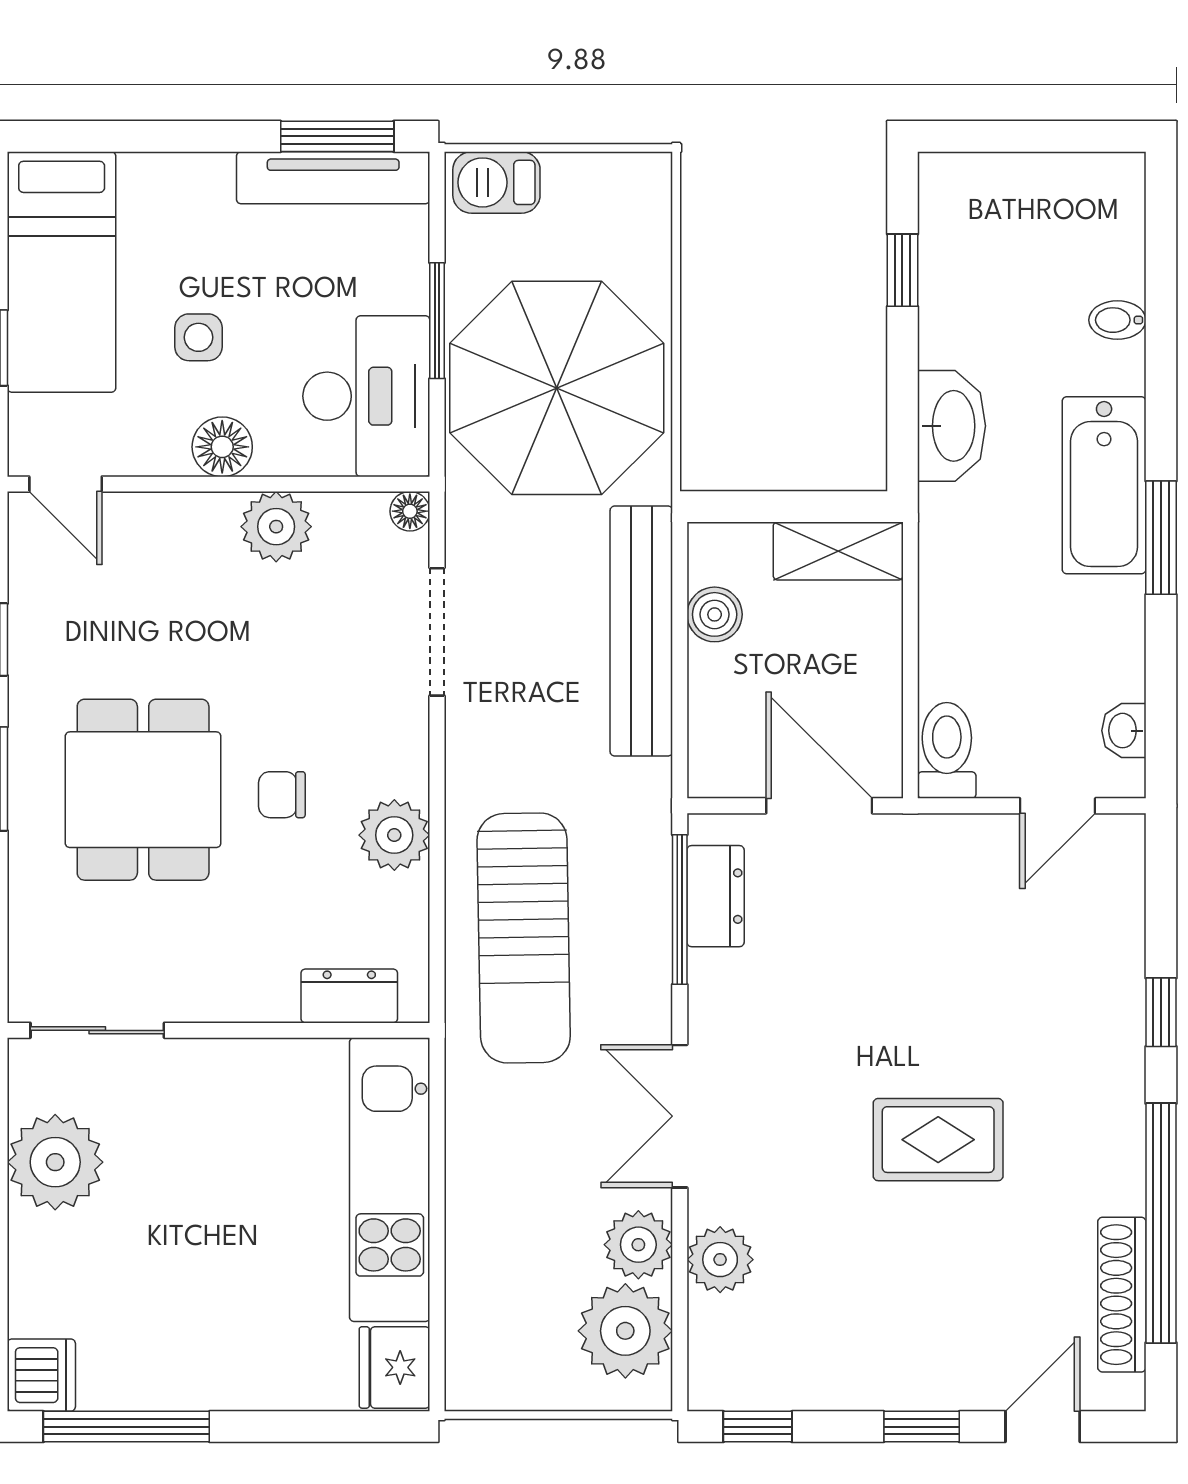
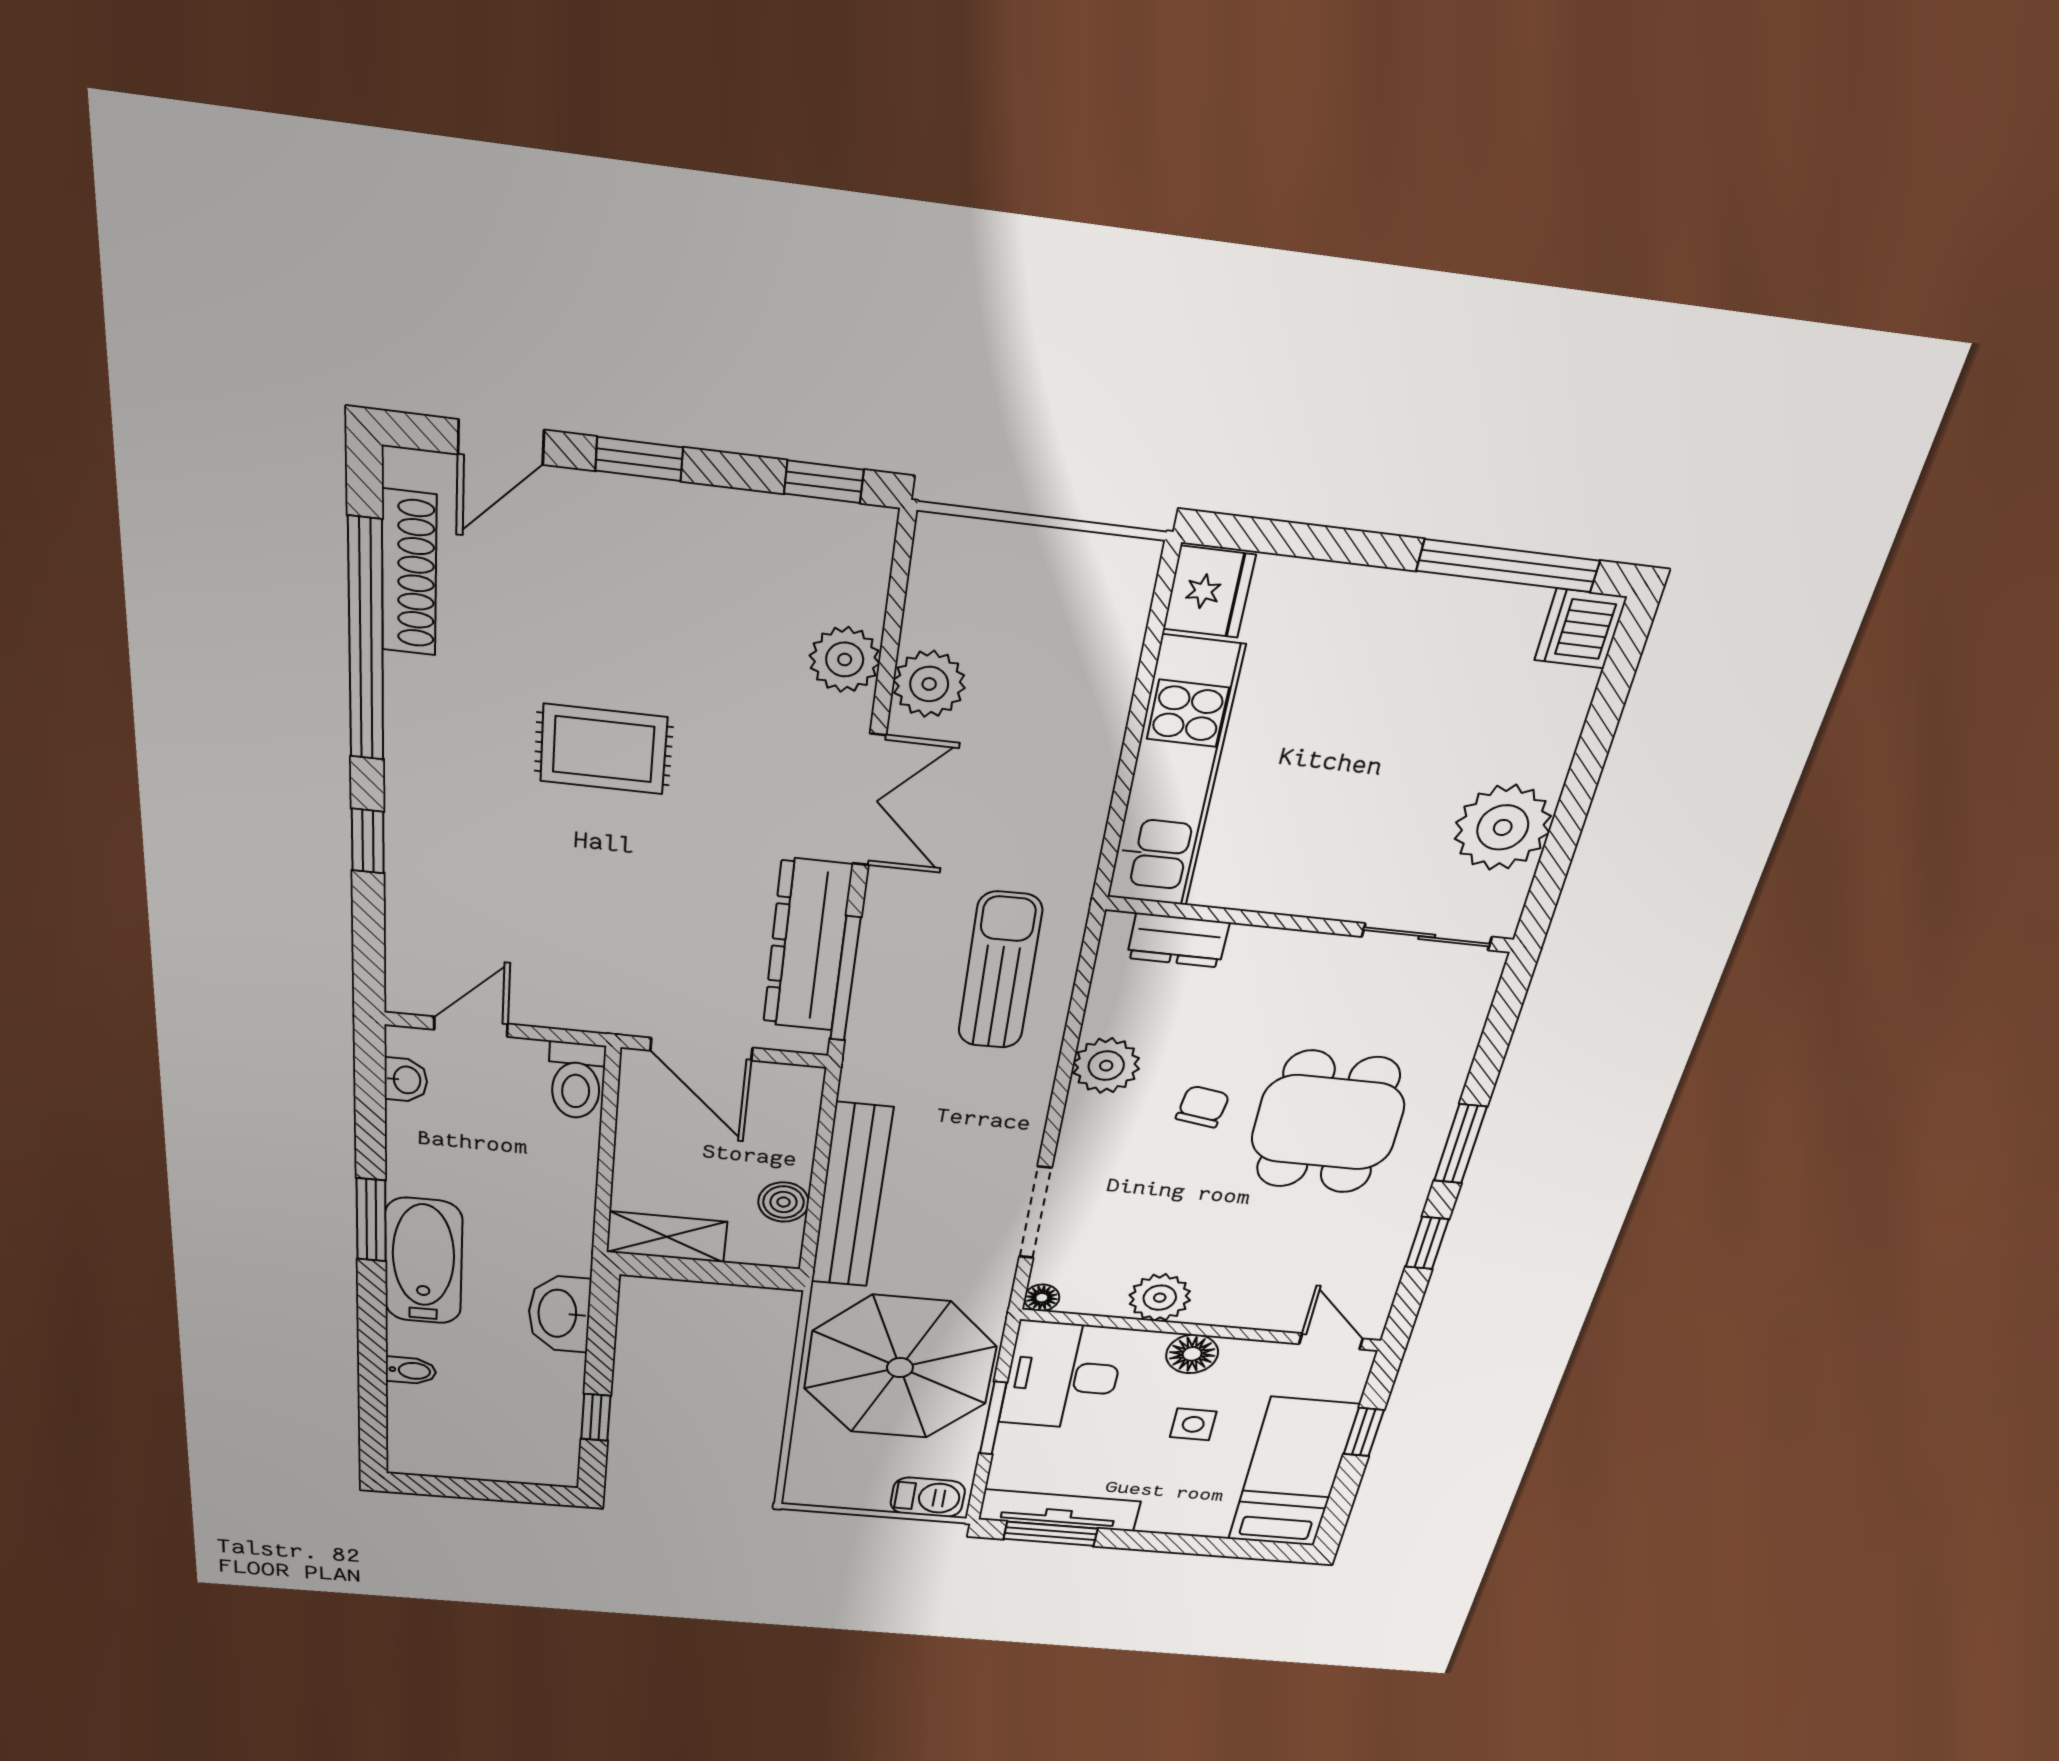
chair: (282, 795) -> (1203, 1107), turned -81
dresser: (716, 896) -> (807, 945), width x1.96, depth x1.24
sun lounger: (524, 938) -> (1000, 971), width x0.73, depth x0.75
plant: (625, 1331) -> (956, 600), removed

